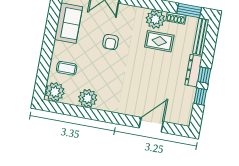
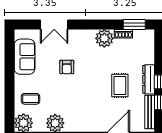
bench: (201, 37) -> (150, 112), moved
rug: (159, 41) -> (120, 85), moved, turned 90

